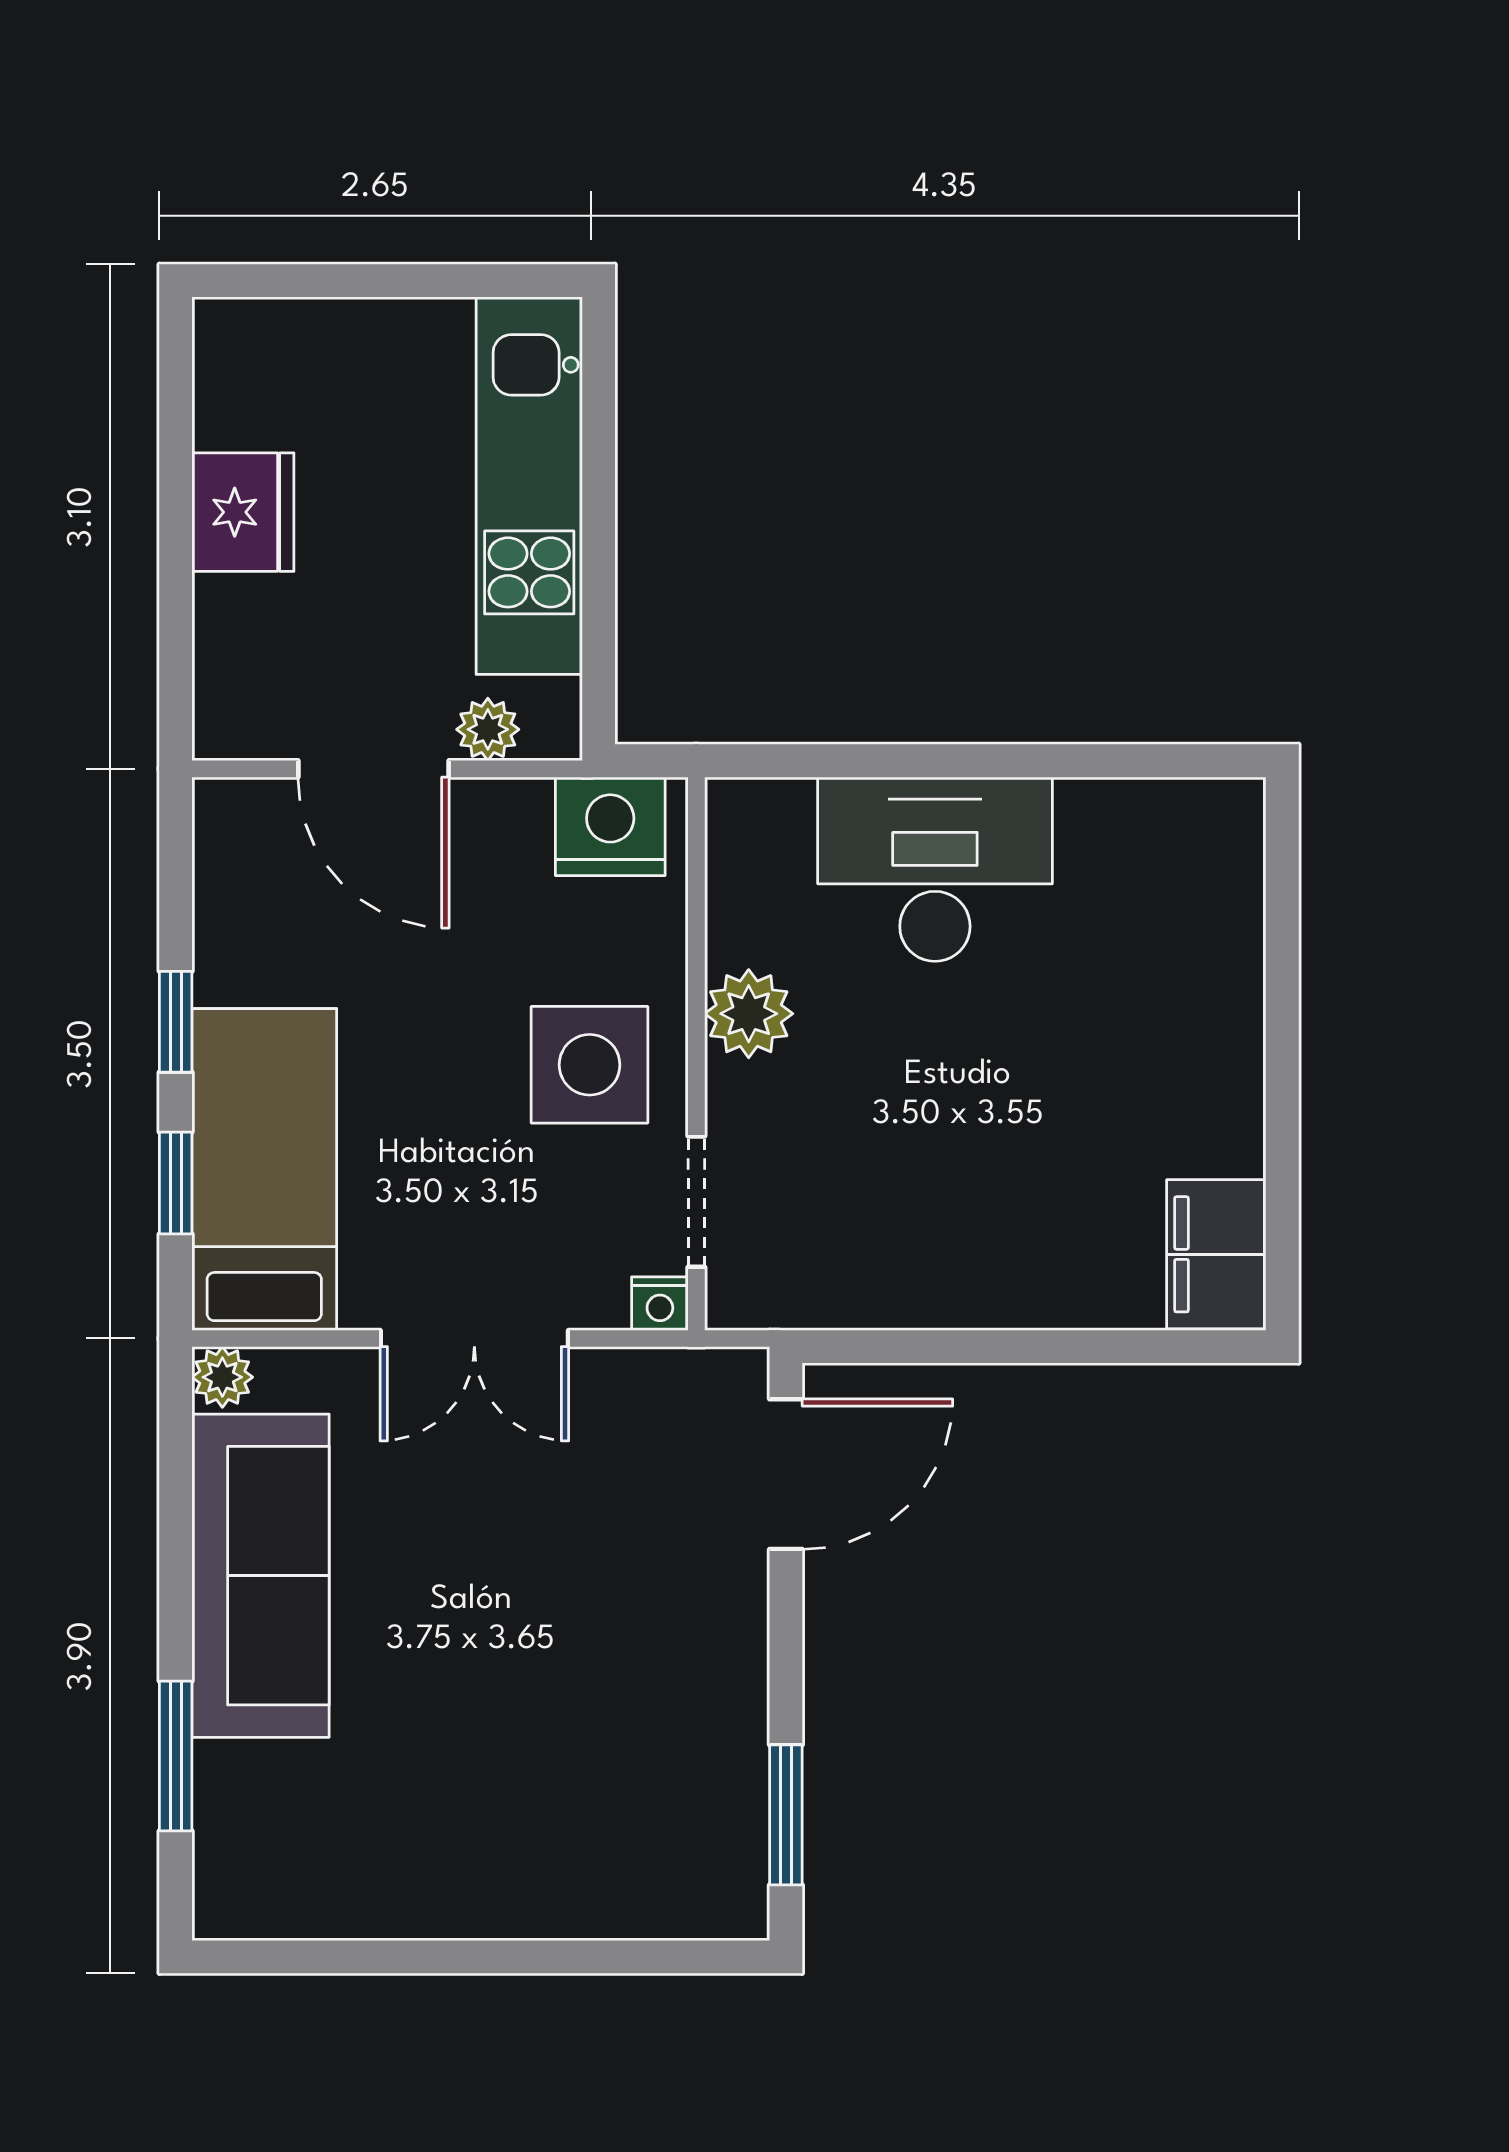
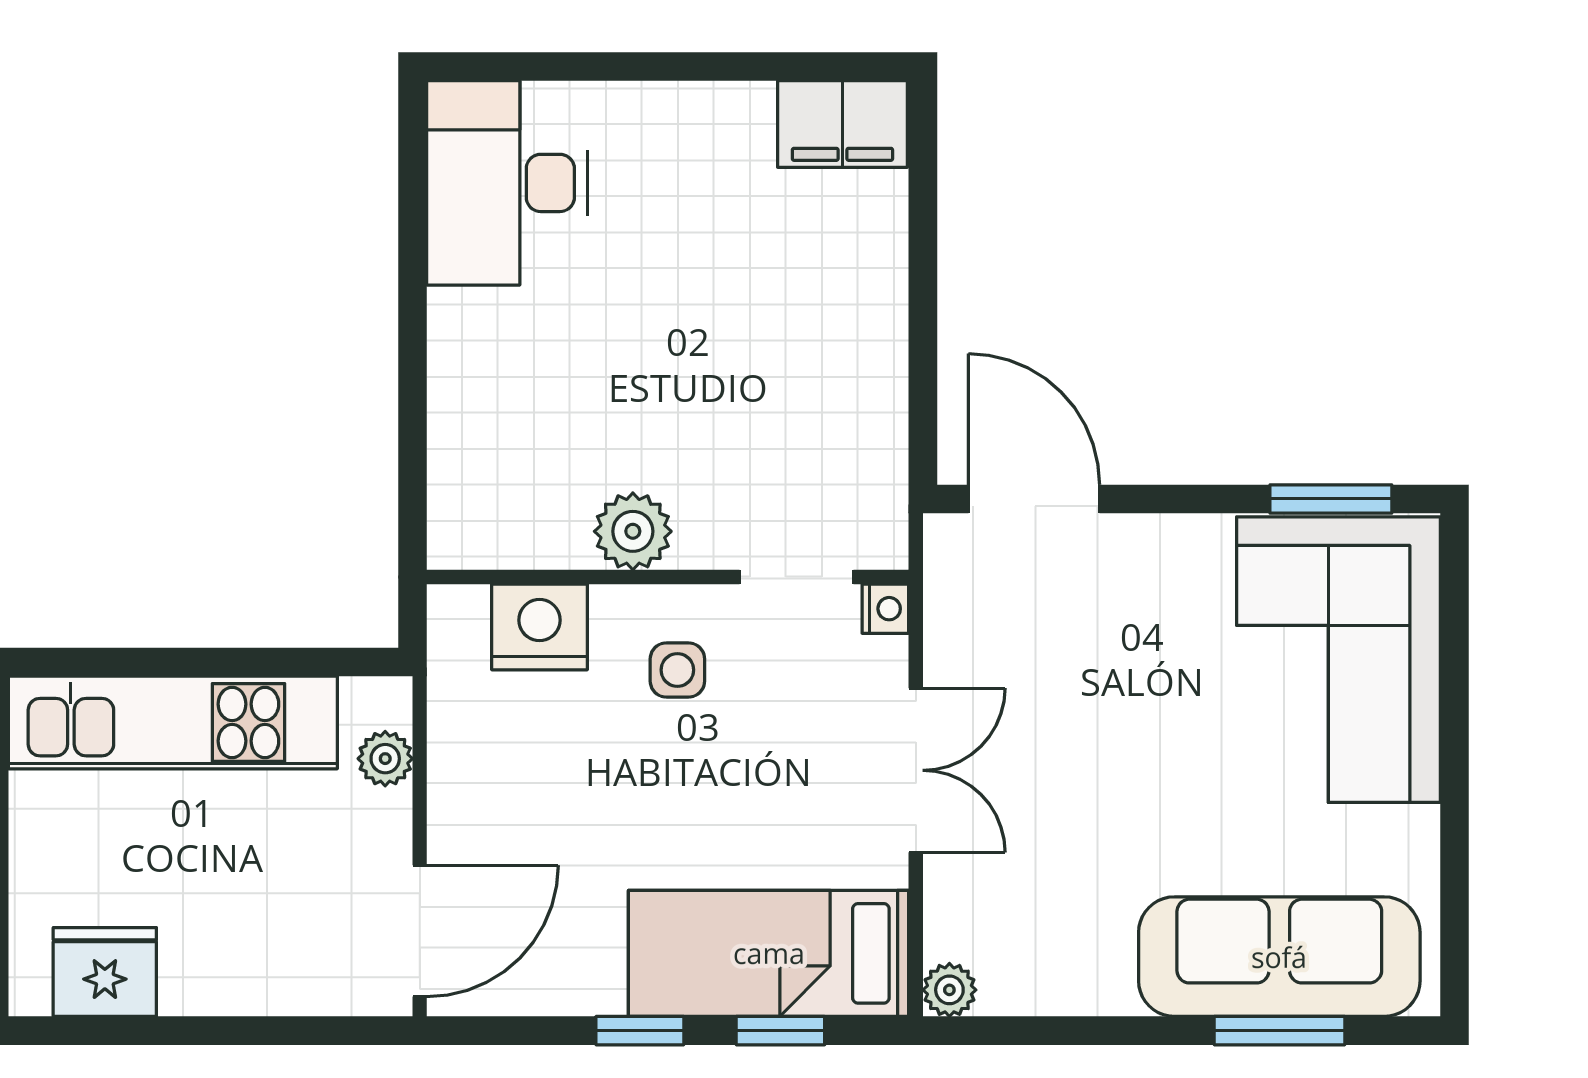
fridge: (243, 512) -> (105, 972), moved
door: (373, 769) -> (420, 931), moved
nightstand: (610, 826) -> (539, 627), moved, turned 90
desk: (935, 869) -> (507, 183), moved
side table: (590, 1065) -> (677, 670), width x0.54, depth x0.54
sofa: (261, 1576) -> (1279, 957), moved
corner sofa: (601, 1824) -> (1338, 660), added

